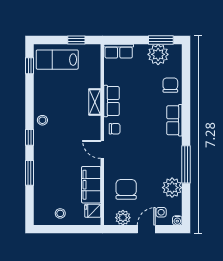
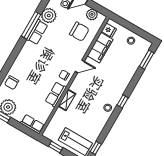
row of seats: (174, 120) -> (37, 32), moved
door: (102, 149) -> (80, 66), hinge flipped
window: (29, 173) -> (147, 60), moved
chair: (126, 189) -> (79, 32), turned -90

